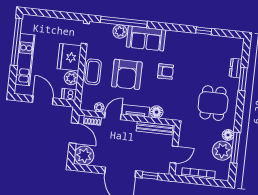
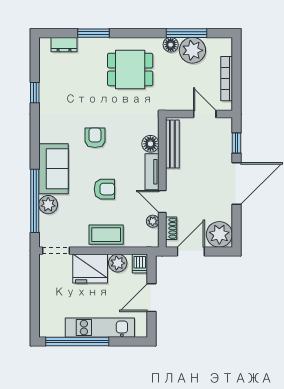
dresser: (236, 68) -> (64, 45), moved
armchair: (127, 74) -> (104, 189), width x0.53, depth x0.53

